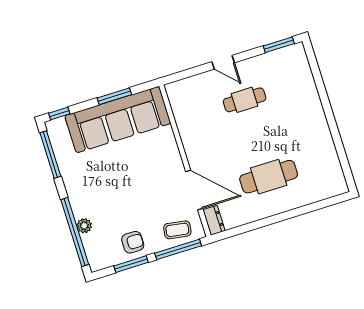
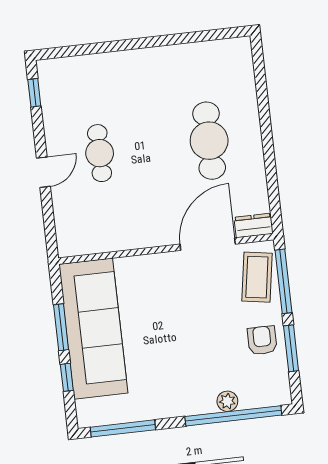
window: (279, 45) -> (34, 93), width x0.67
window: (59, 114) -> (67, 377), moved
coffee table: (177, 230) -> (257, 277), width x1.36, depth x1.30

